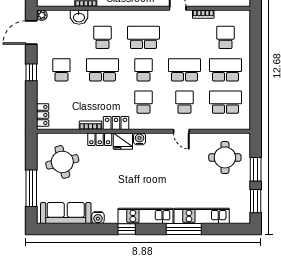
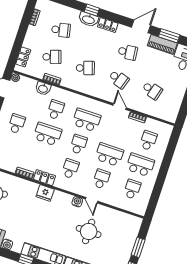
school desk: (225, 102) -> (132, 189), width x0.54
locker: (100, 139) -> (28, 186), removed
water cooler: (139, 139) -> (77, 202), moved
round table: (225, 157) -> (89, 231), moved

